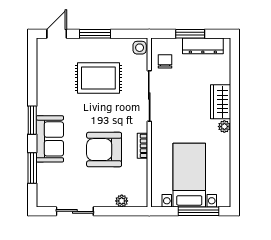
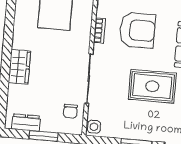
dresser: (203, 46) -> (26, 123), width x0.70
rug: (98, 78) -> (152, 86), moved
plant: (224, 127) -> (18, 42), removed

